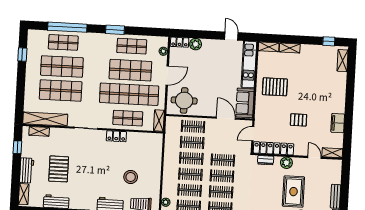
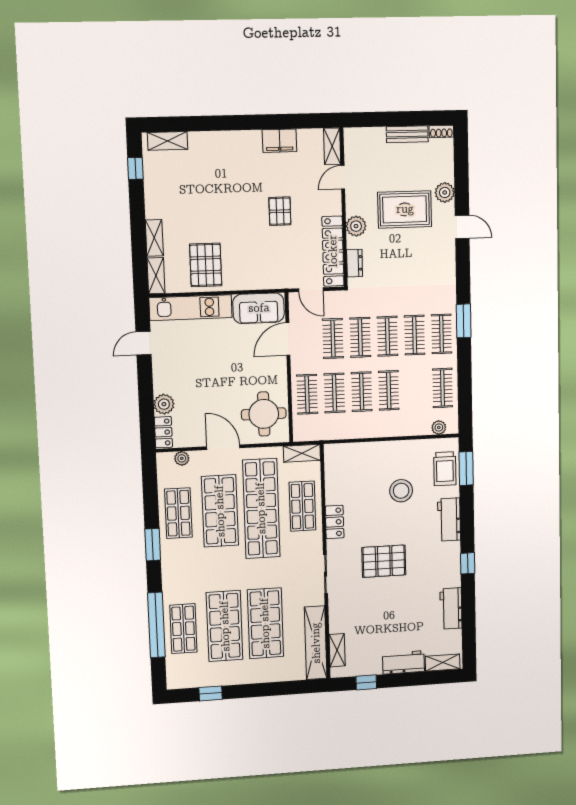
pallet: (275, 87) -> (206, 265), moved
pallet: (59, 169) -> (384, 561), moved
clothes rail: (190, 190) -> (333, 338), moved

